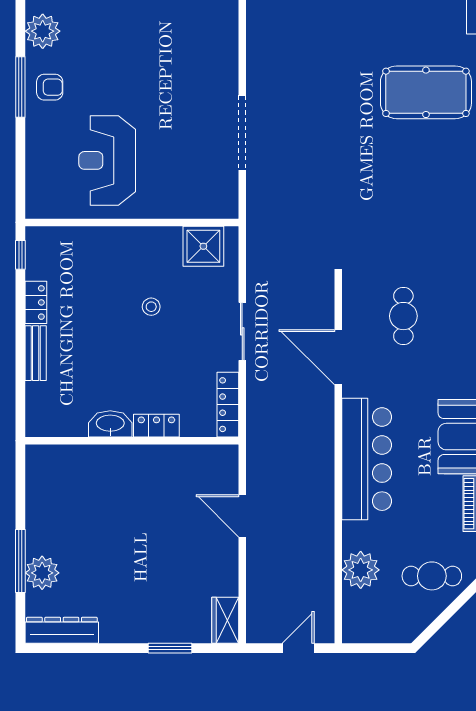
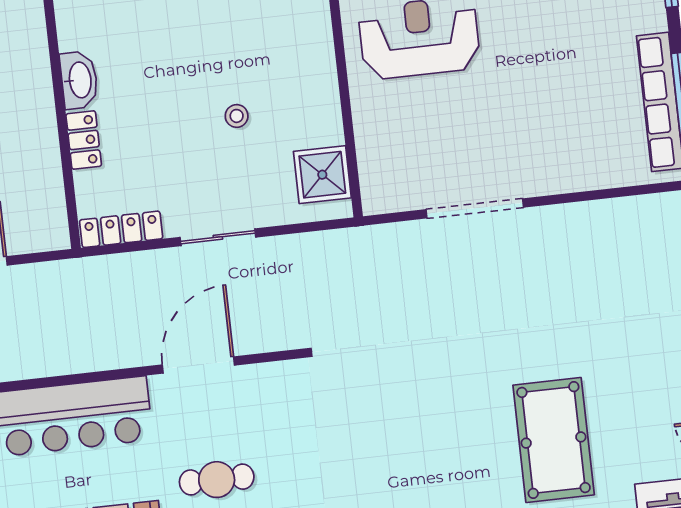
cafe table: (403, 316) -> (217, 480), moved

